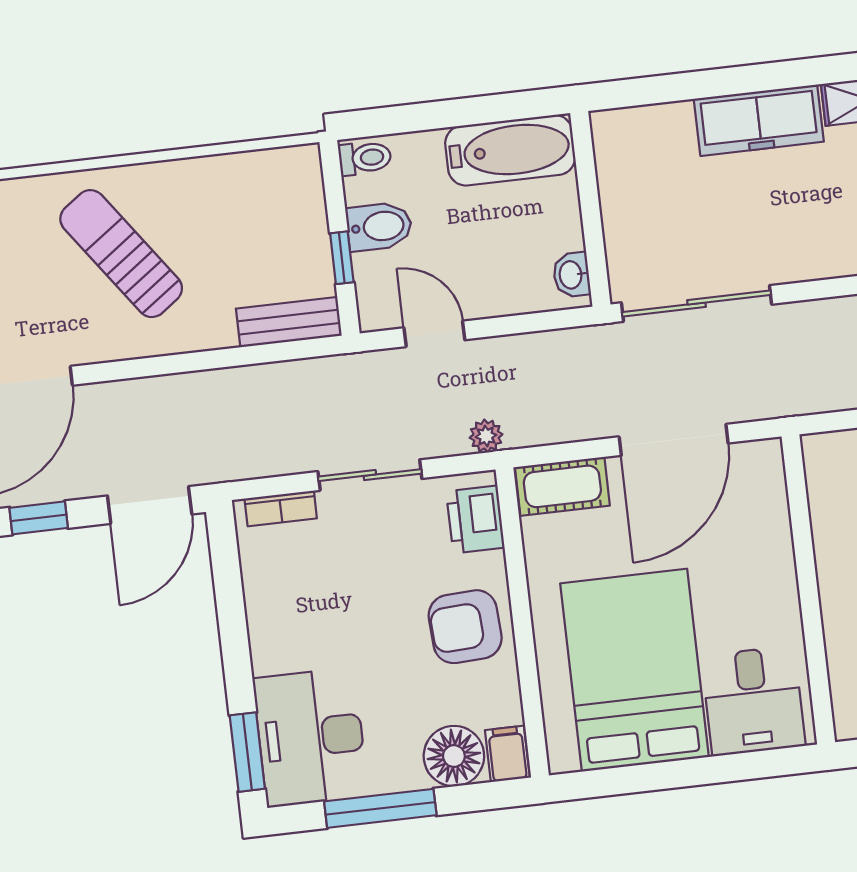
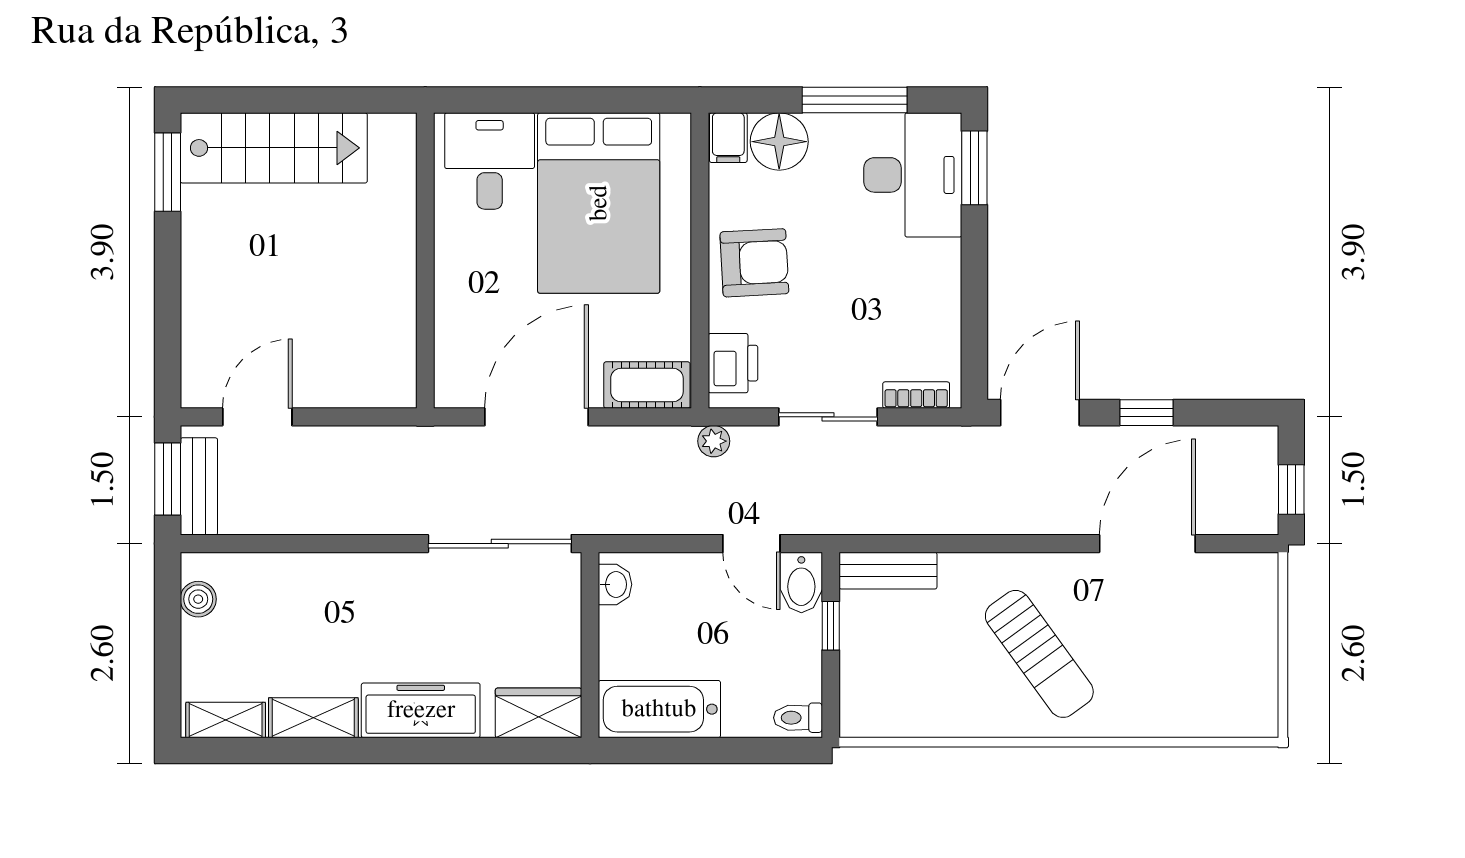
wardrobe: (636, 132) -> (539, 713), added
bidet: (379, 226) -> (801, 582), moved, turned -90

